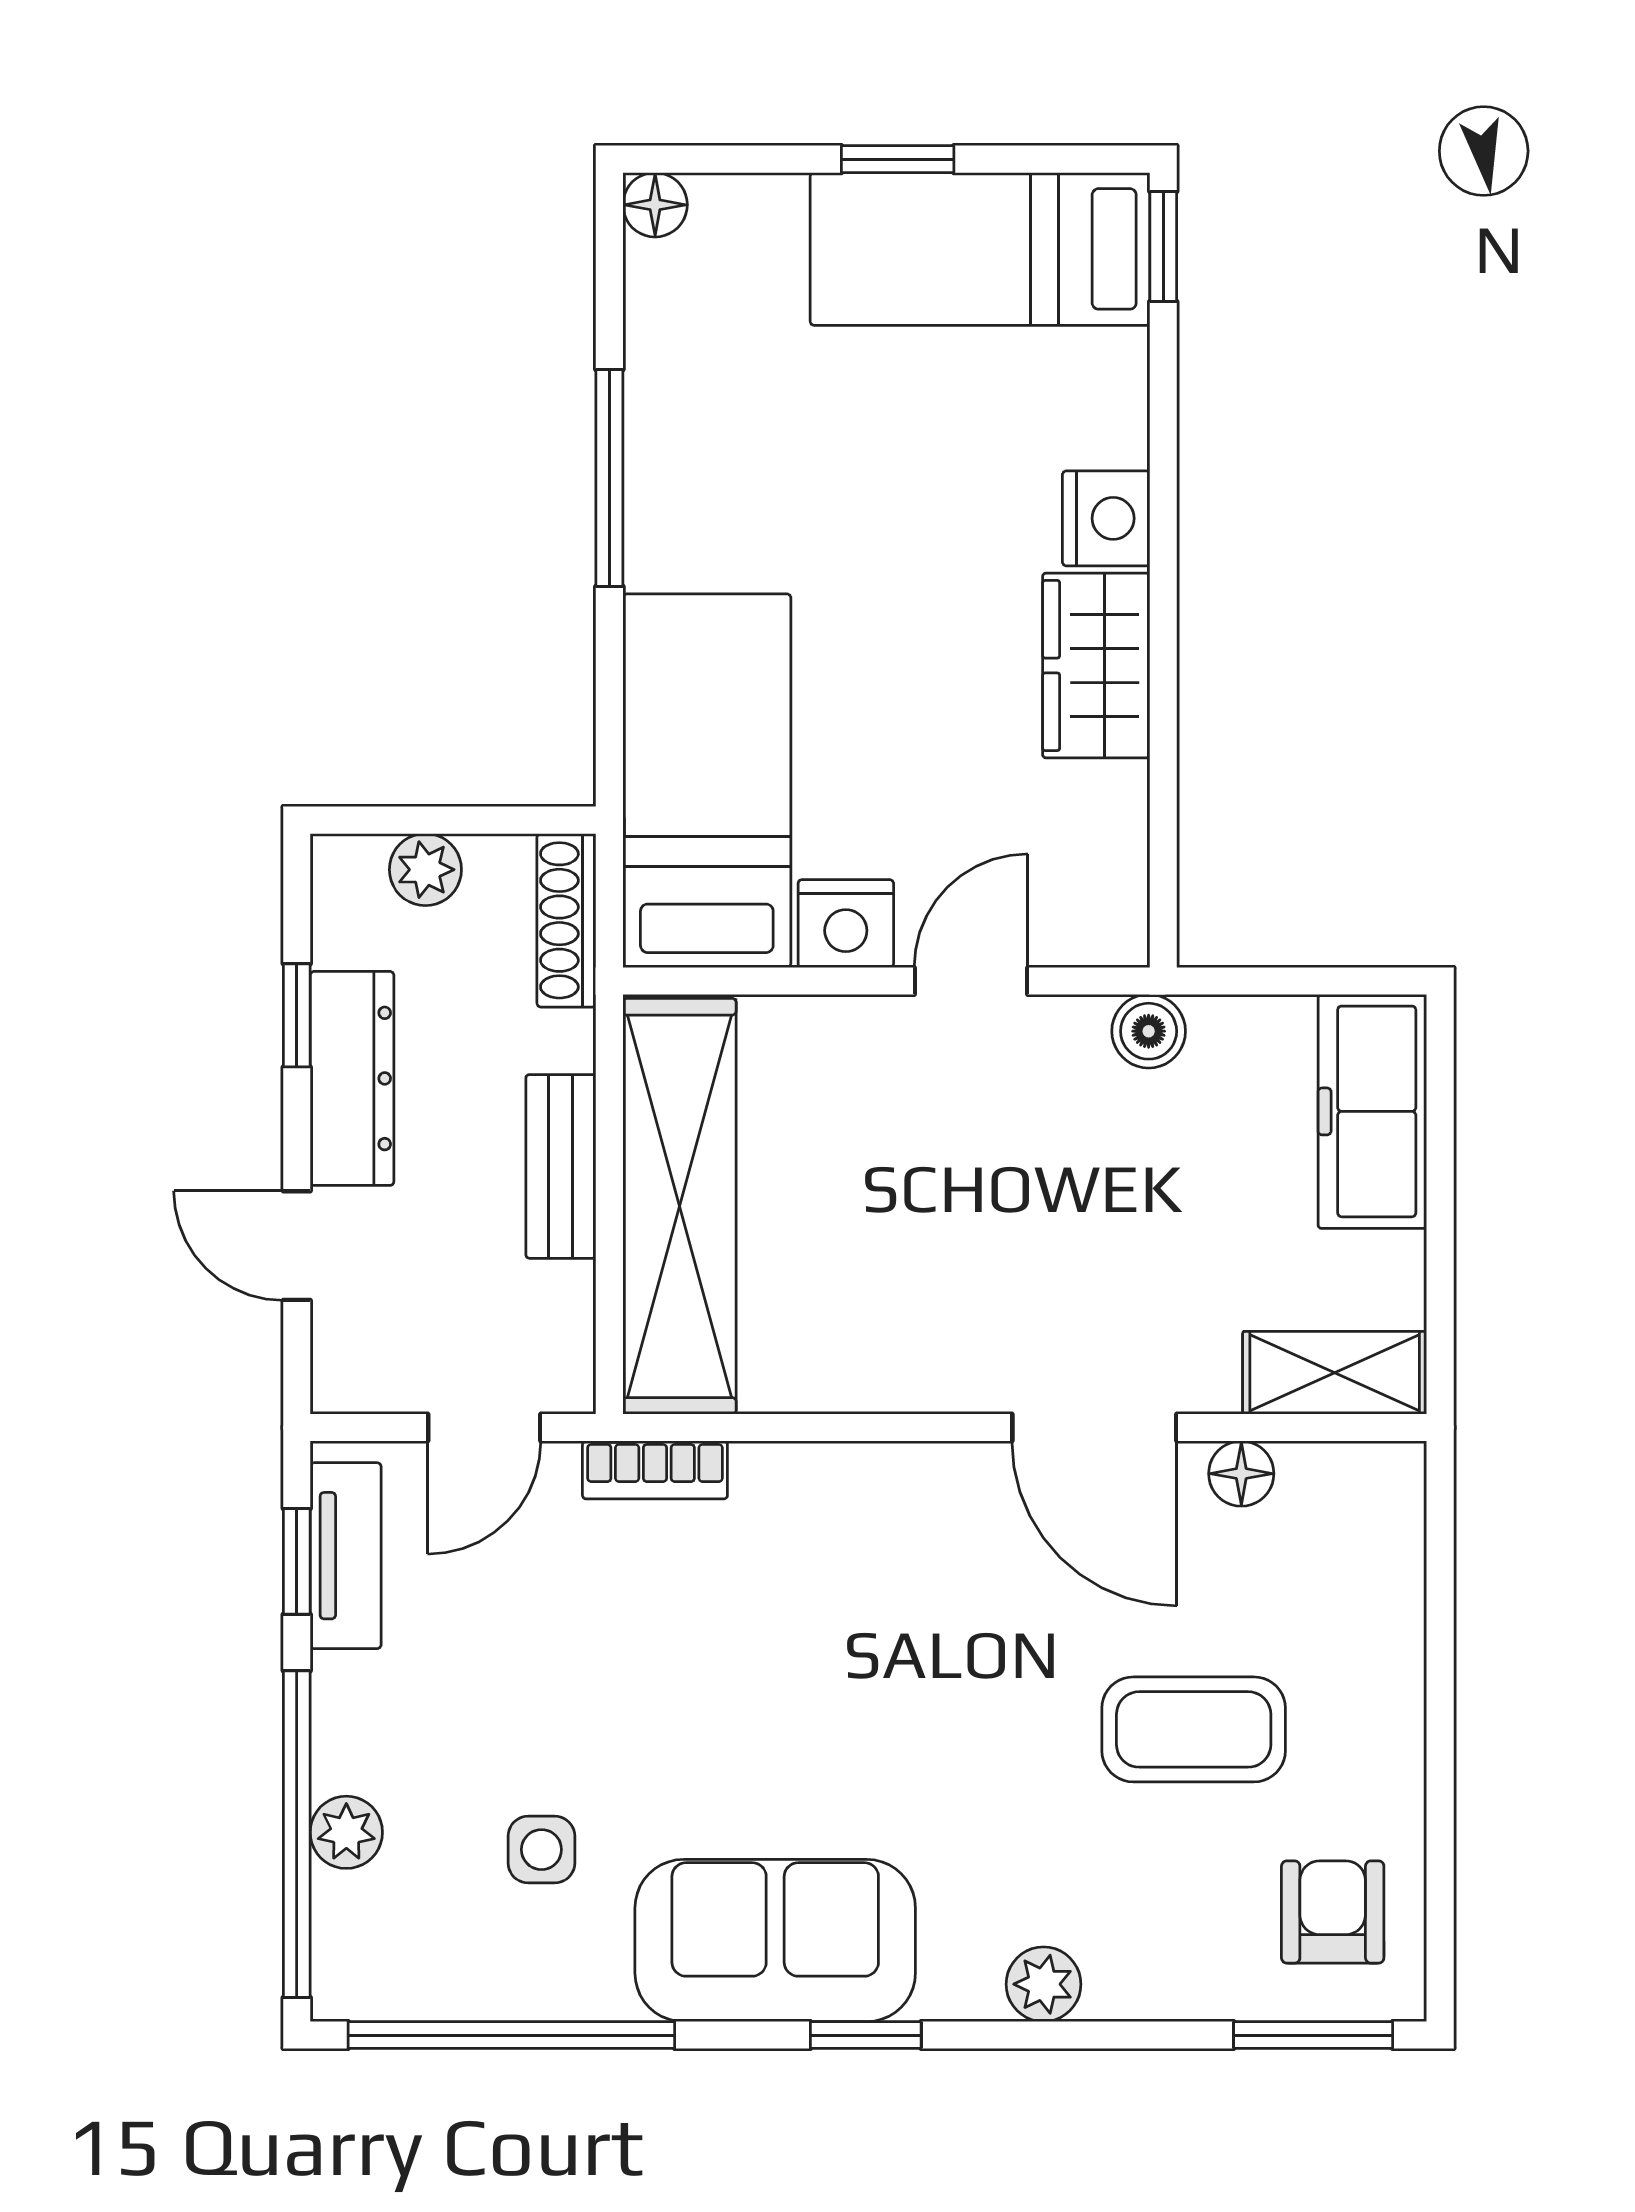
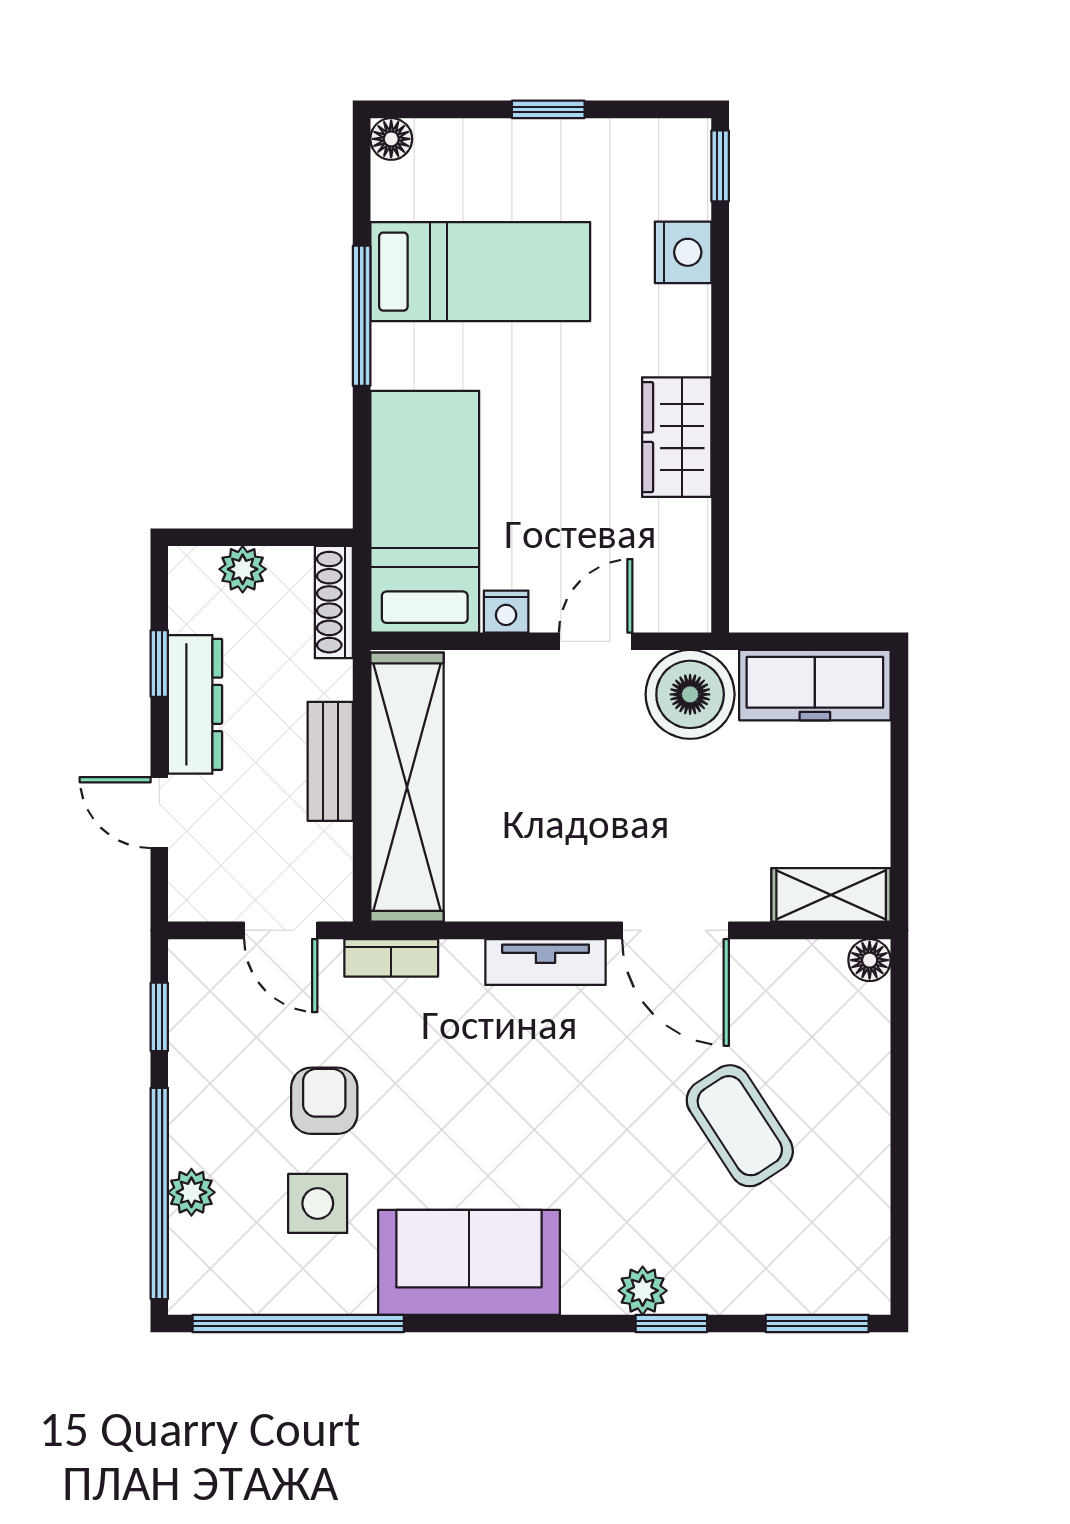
bed: (980, 249) -> (480, 272), moved, turned 180
nightstand: (1106, 518) -> (683, 252), moved
nightstand: (846, 924) -> (506, 612), width x0.72, depth x0.74
boiler: (1149, 1031) -> (690, 694), width x1.86, depth x1.86
freezer: (1372, 1111) -> (815, 685), moved, turned -90
door: (484, 1428) -> (281, 930), hinge flipped
floor lamp: (1241, 1474) -> (870, 960), moved
tv unit: (346, 1556) -> (545, 962), moved, turned 90
coffee table: (1194, 1729) -> (740, 1126), turned 57
side table: (541, 1850) -> (318, 1203), width x1.37, depth x1.37
armchair: (1333, 1912) -> (324, 1101), moved
window: (866, 2035) -> (671, 1323), moved

